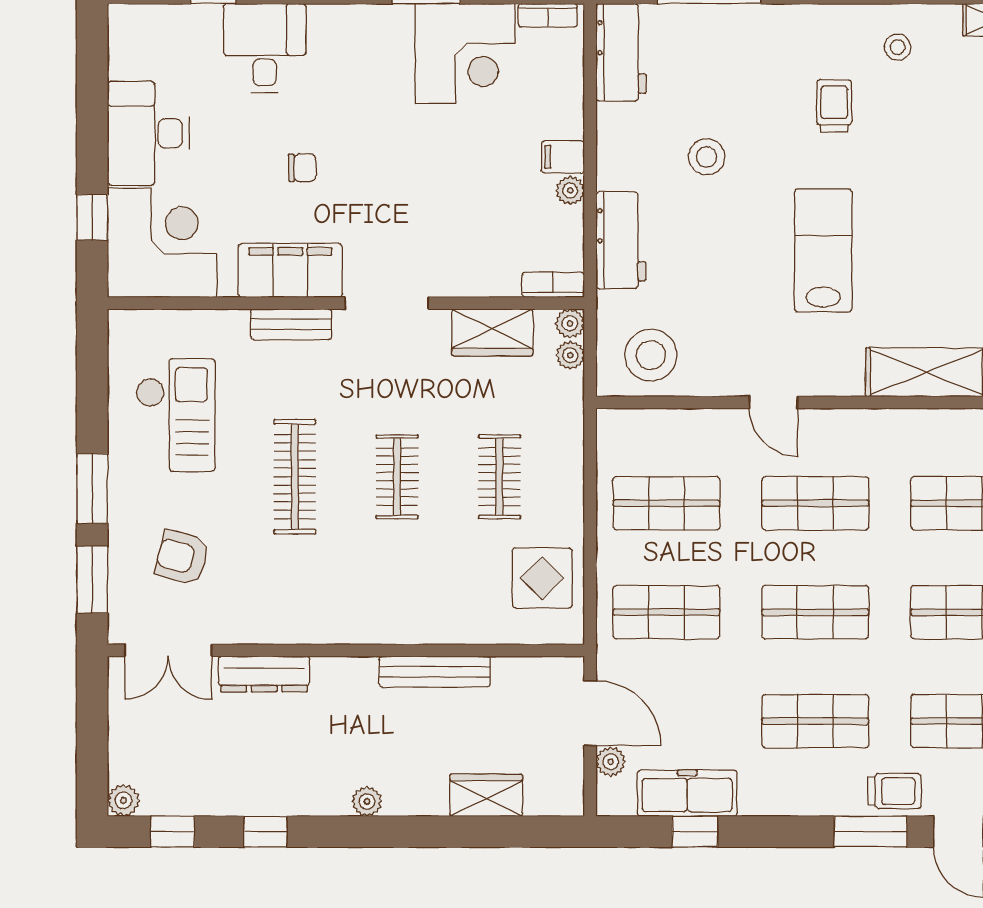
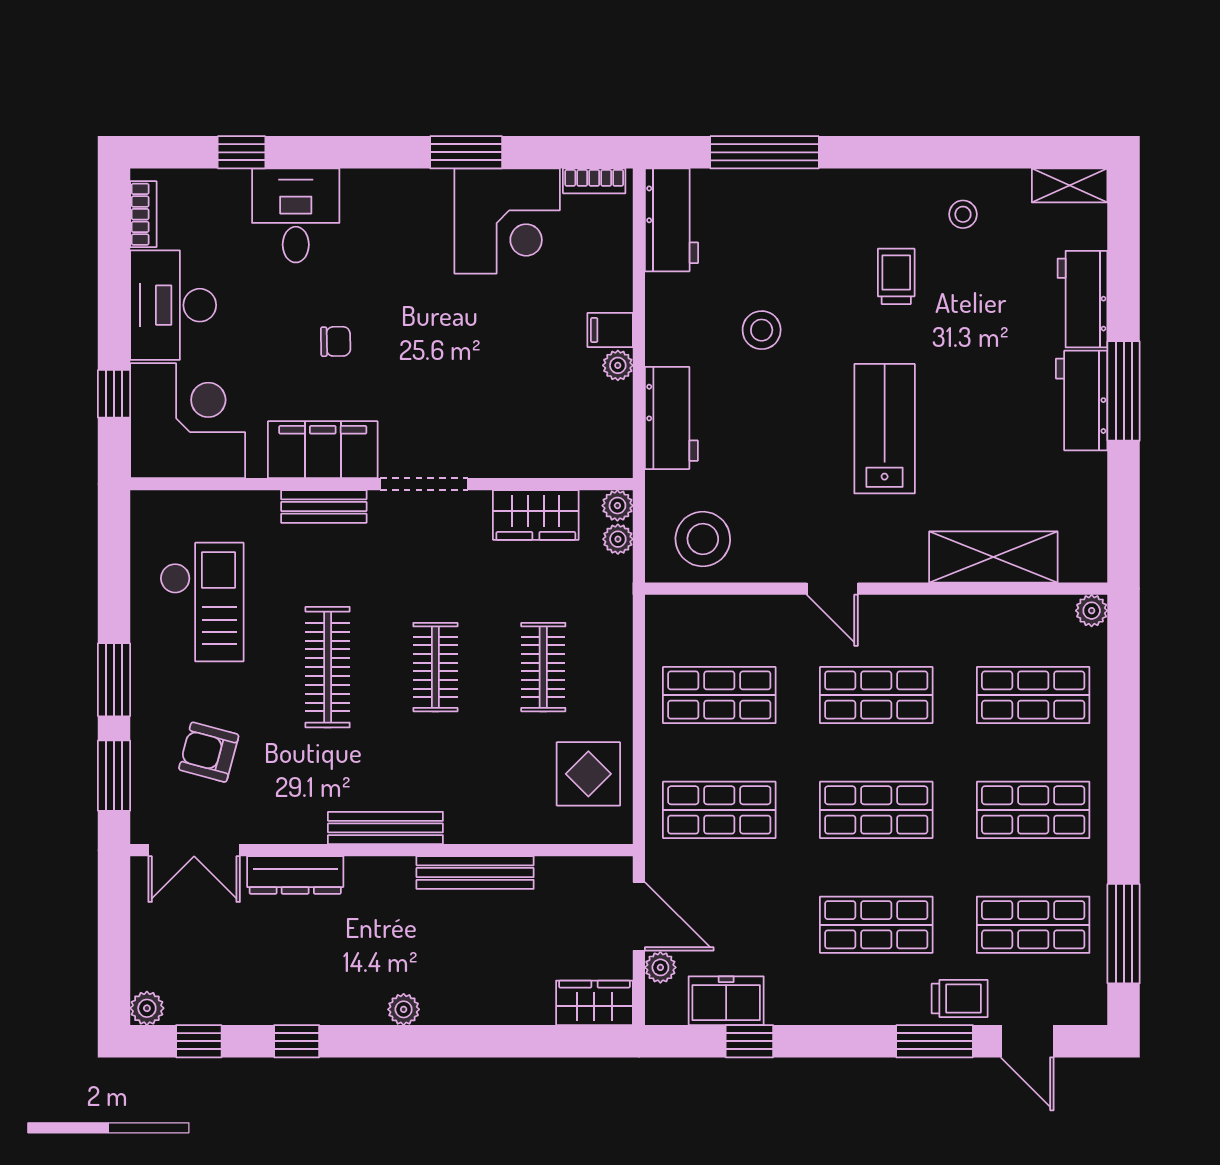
bookcase: (553, 285) -> (143, 214), moved, turned 90
bench: (350, 629) -> (385, 828), added
freezer: (687, 793) -> (726, 1001), width x0.71
wardrobe: (486, 795) -> (594, 1003), moved

